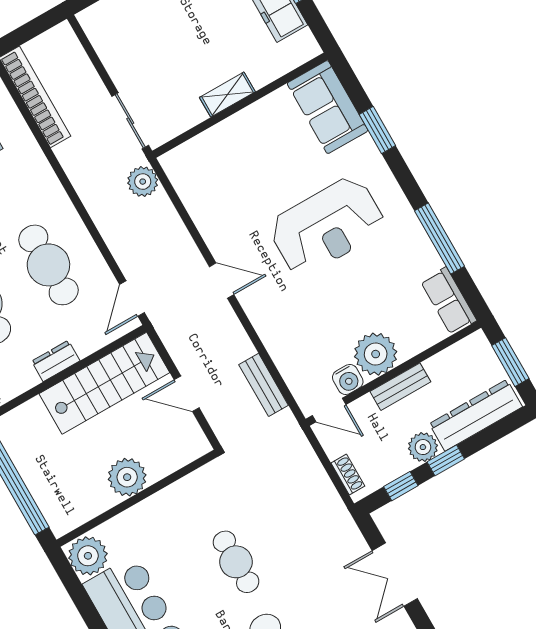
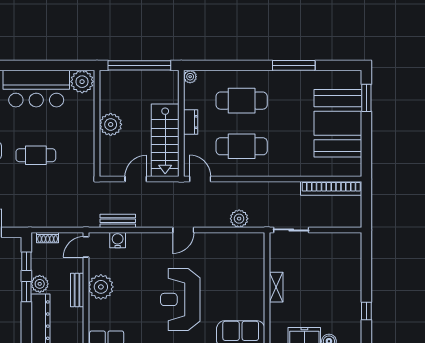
plant: (143, 182) -> (239, 219), moved
water cooler: (348, 380) -> (118, 240), moved, turned 90

